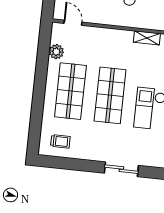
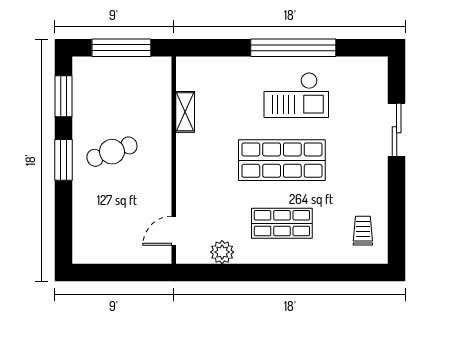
shop shelf: (70, 91) -> (282, 223), width x0.70, depth x0.74

